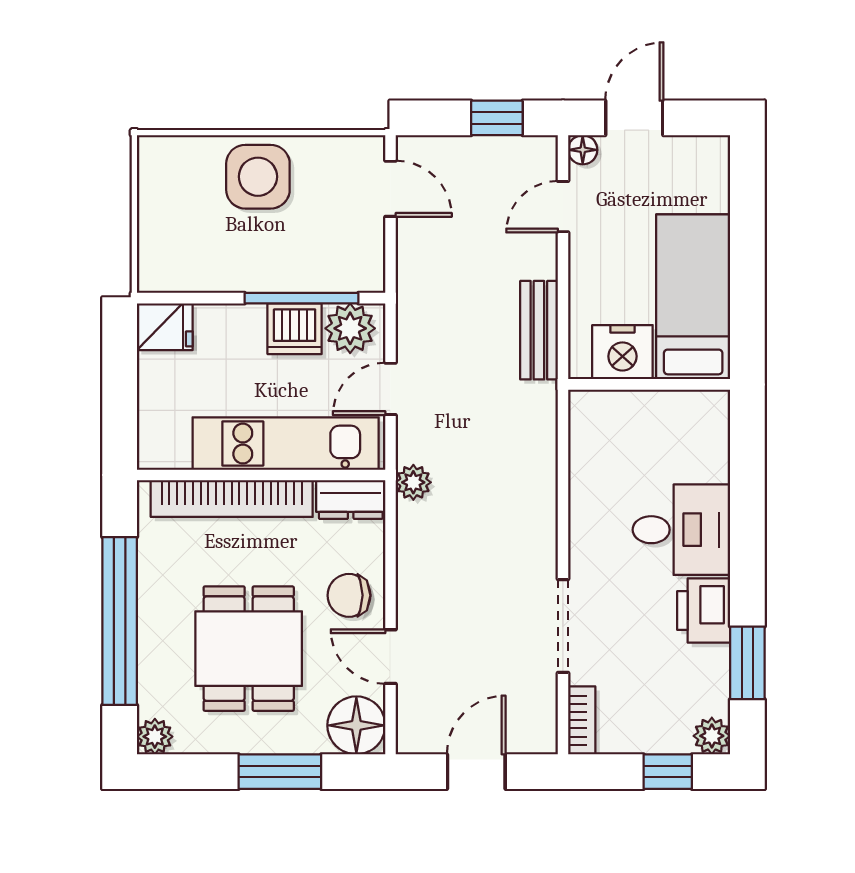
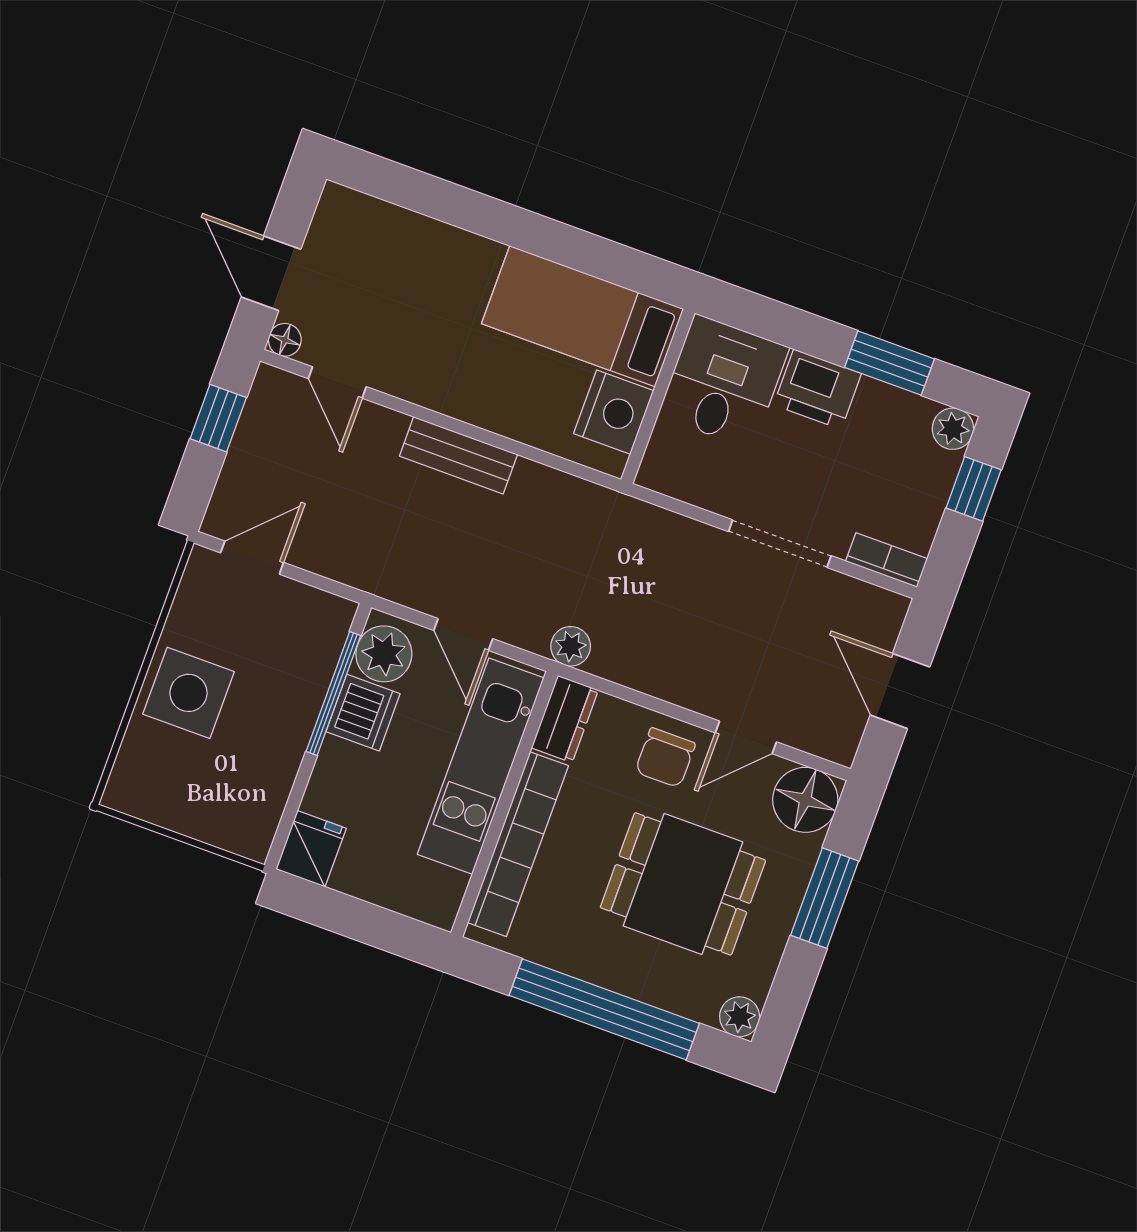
bed: (693, 297) -> (583, 316), moved
nightstand: (622, 352) -> (614, 412), moved
wall: (649, 384) -> (658, 396), moved

